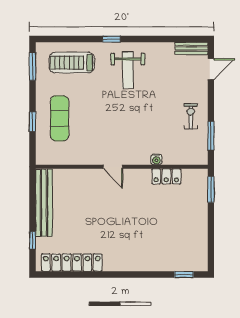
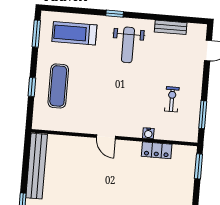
bench: (191, 48) -> (171, 27), moved
exercise bike: (191, 116) -> (172, 99), moved

